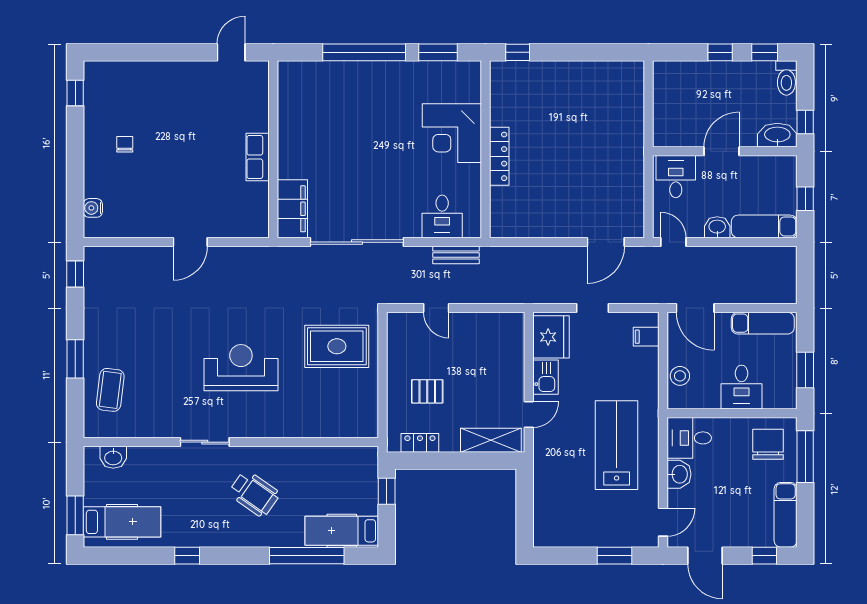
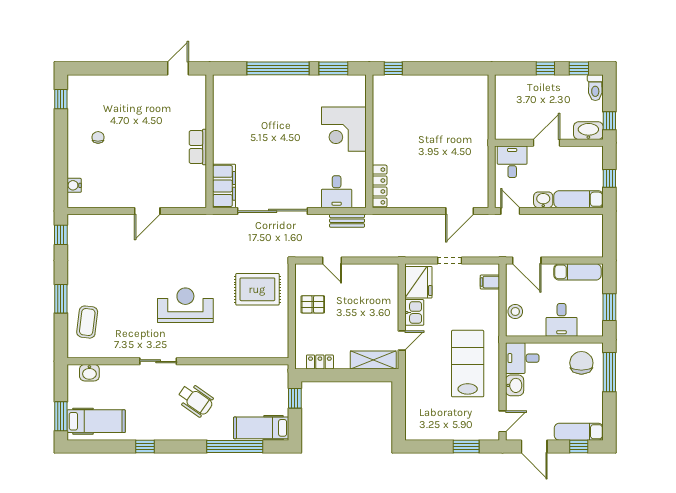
locker: (499, 156) -> (380, 186), moved
pallet: (427, 391) -> (313, 304), moved
exam couch: (786, 515) -> (579, 432), moved, turned 90

